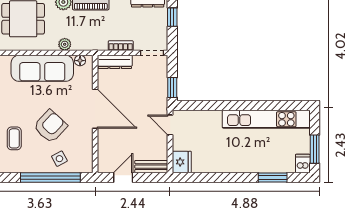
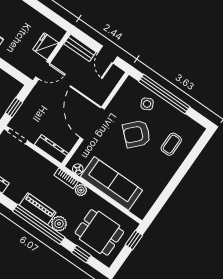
bookcase: (121, 46) -> (66, 178), moved
window: (172, 88) -> (14, 107), moved
door: (170, 125) -> (43, 70), hinge flipped
fridge: (182, 162) -> (46, 46), moved
door: (123, 177) -> (108, 55), hinge flipped

